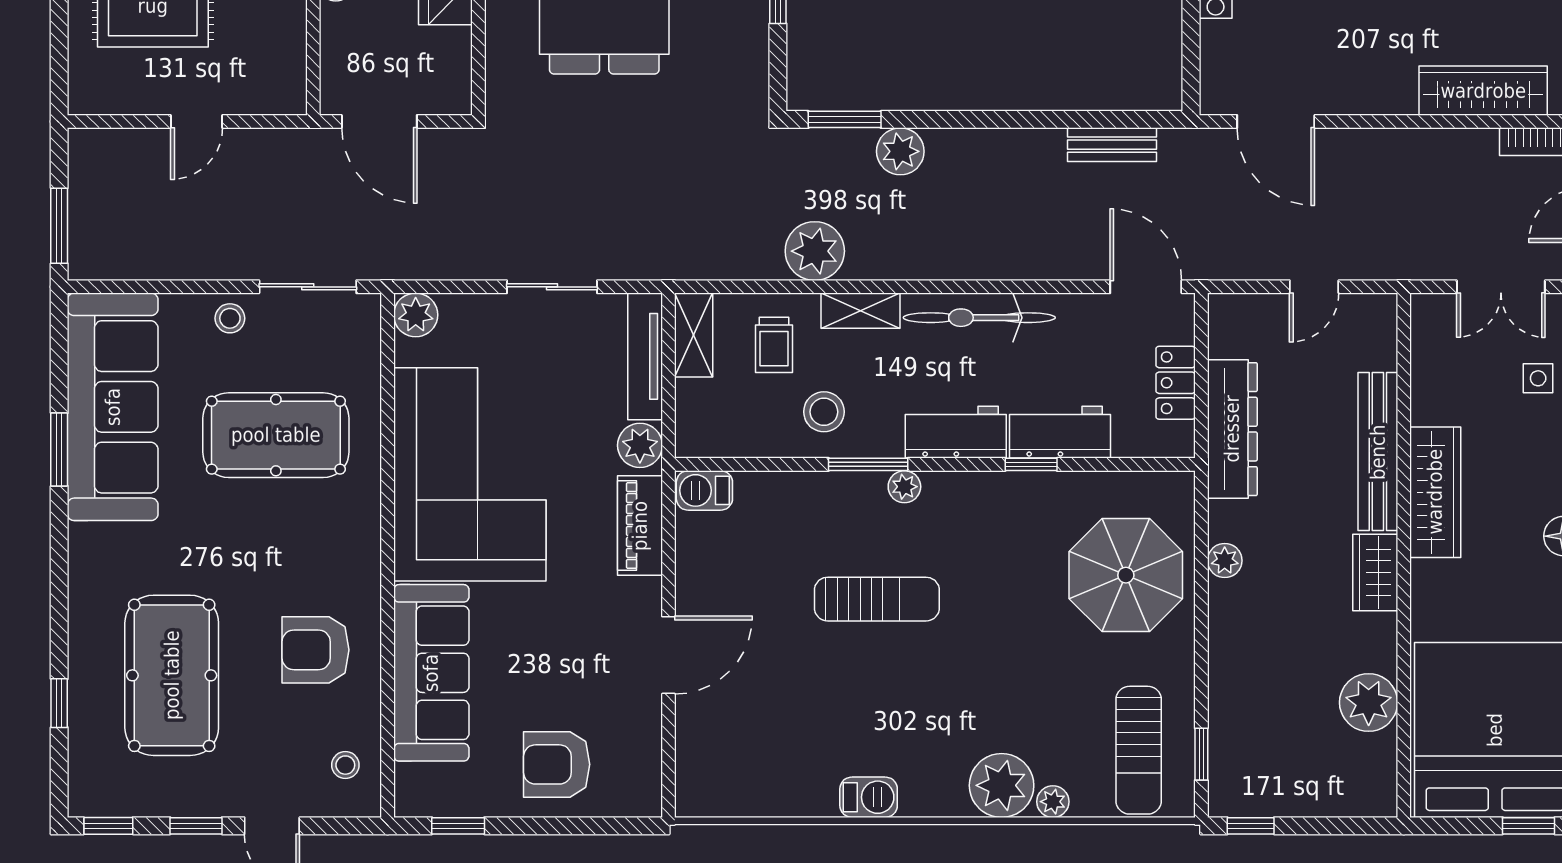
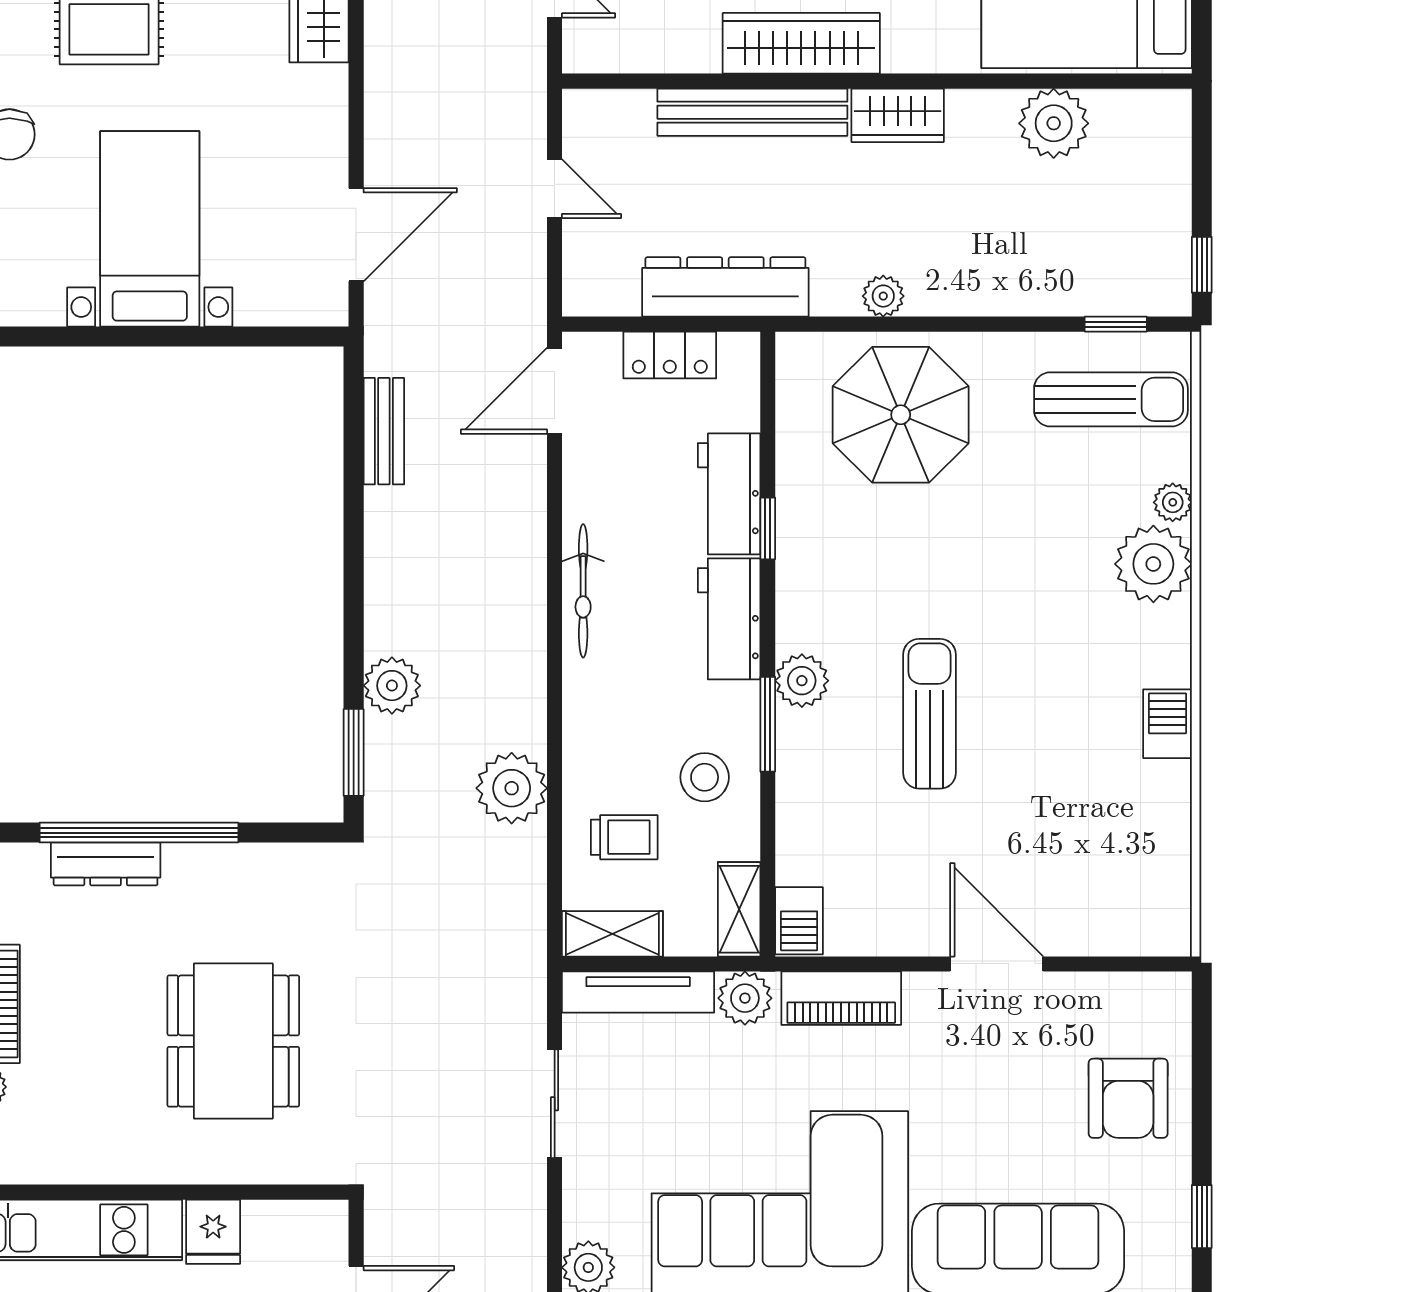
shelving: (861, 311) -> (739, 909), moved
bicycle: (979, 318) -> (583, 591), width x0.73, depth x0.71
plant: (904, 487) -> (802, 681), width x1.38, depth x1.38

